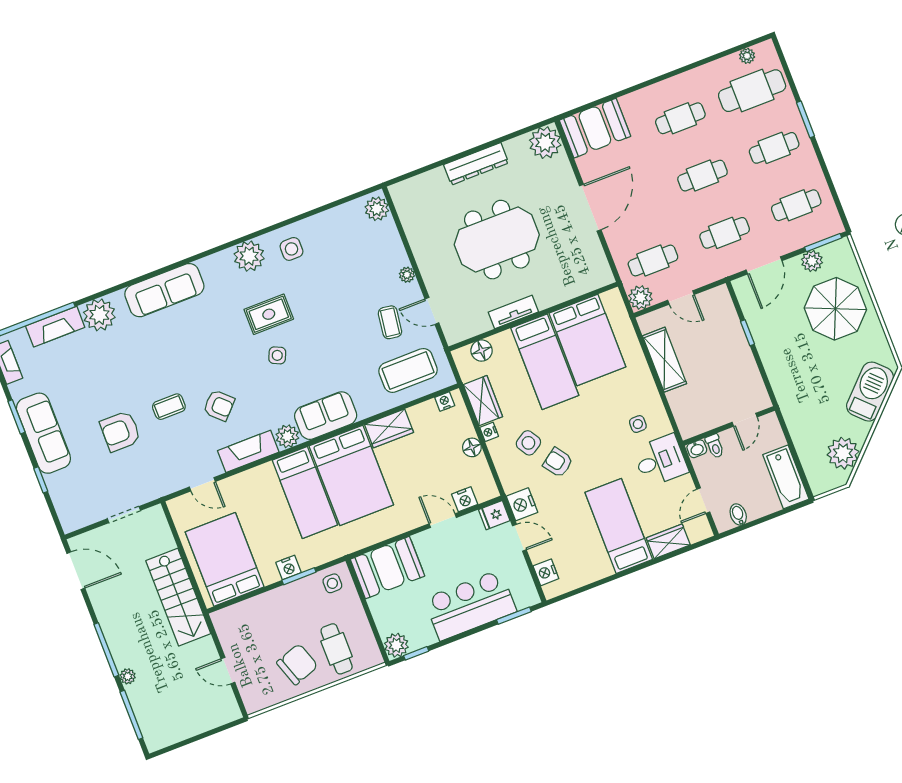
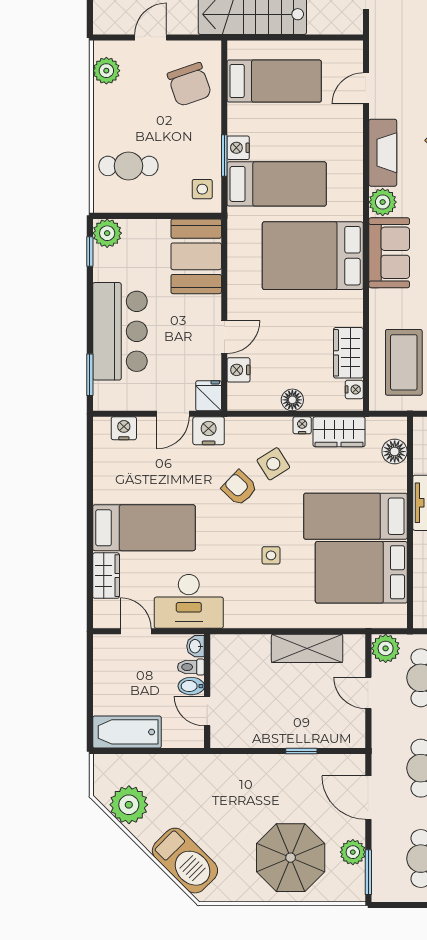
door: (681, 297) -> (368, 693), hinge flipped
side table: (638, 424) -> (271, 555), moved
wardrobe: (389, 428) -> (348, 353), moved
desk: (660, 460) -> (189, 601), width x1.37
armchair: (558, 462) -> (239, 488), turned -100
bed: (305, 492) -> (277, 184), moved, turned 180
bidet: (738, 515) -> (191, 686), moved, turned 180
bed: (225, 559) -> (274, 81), width x0.67
chair: (297, 664) -> (189, 84), moved
plant: (268, 696) -> (106, 71), added

